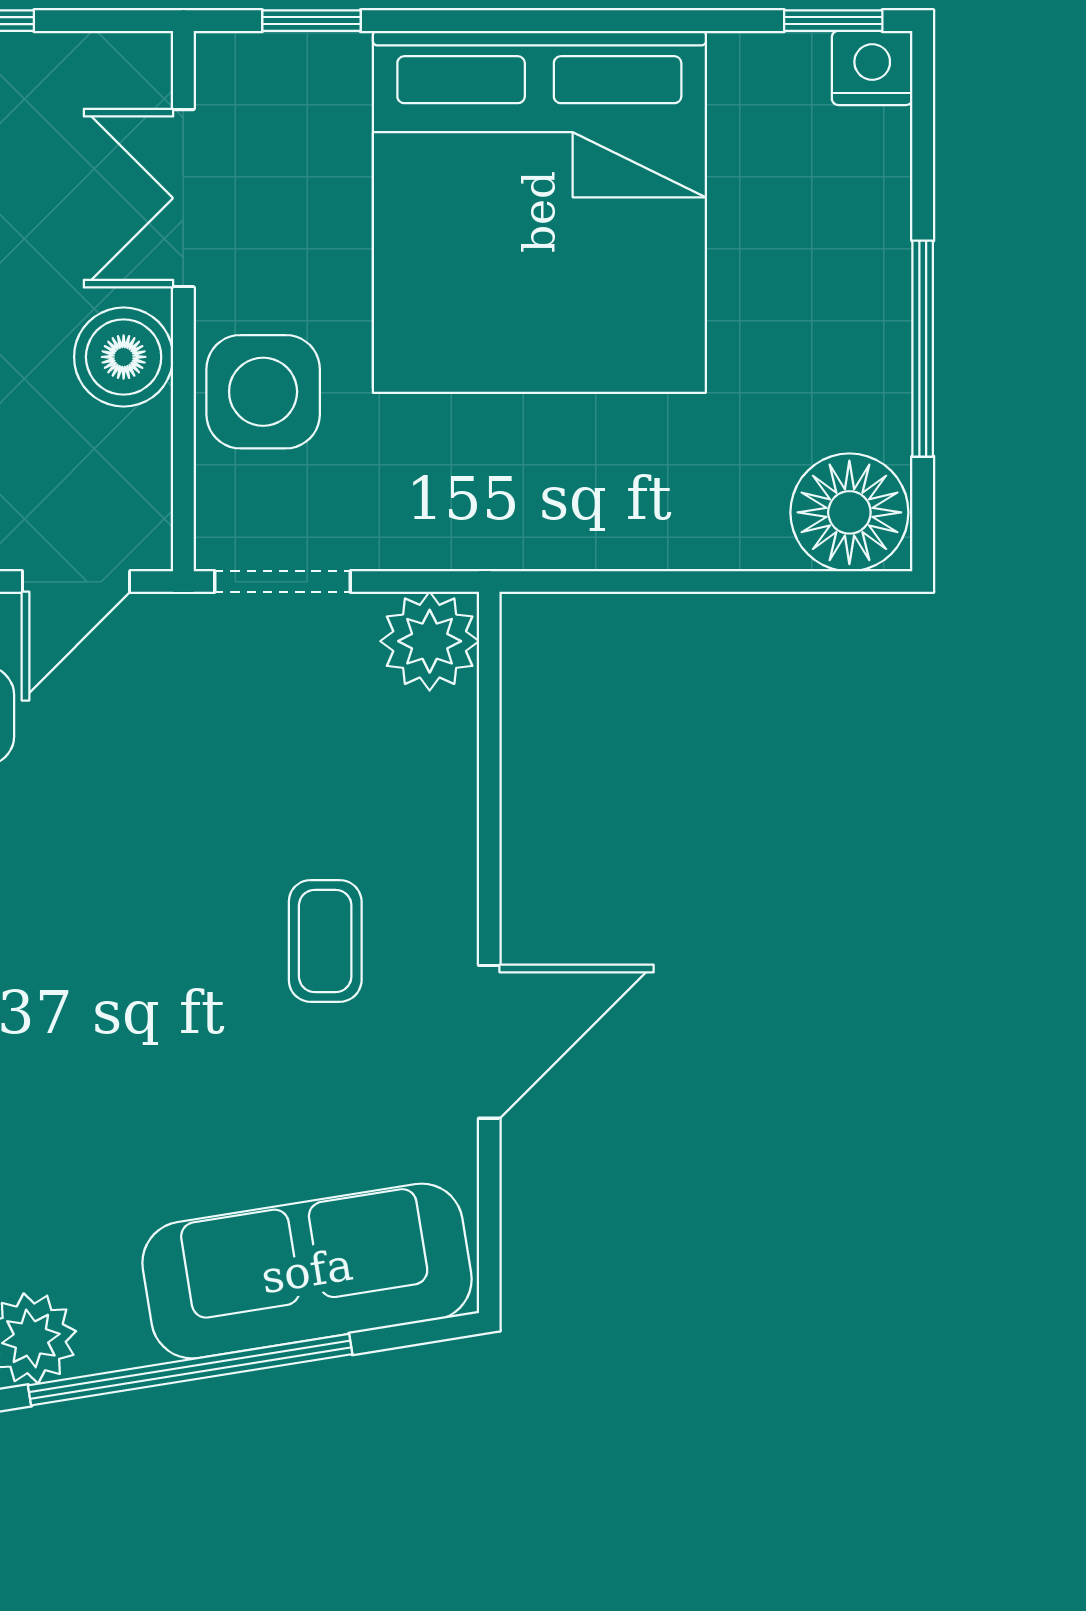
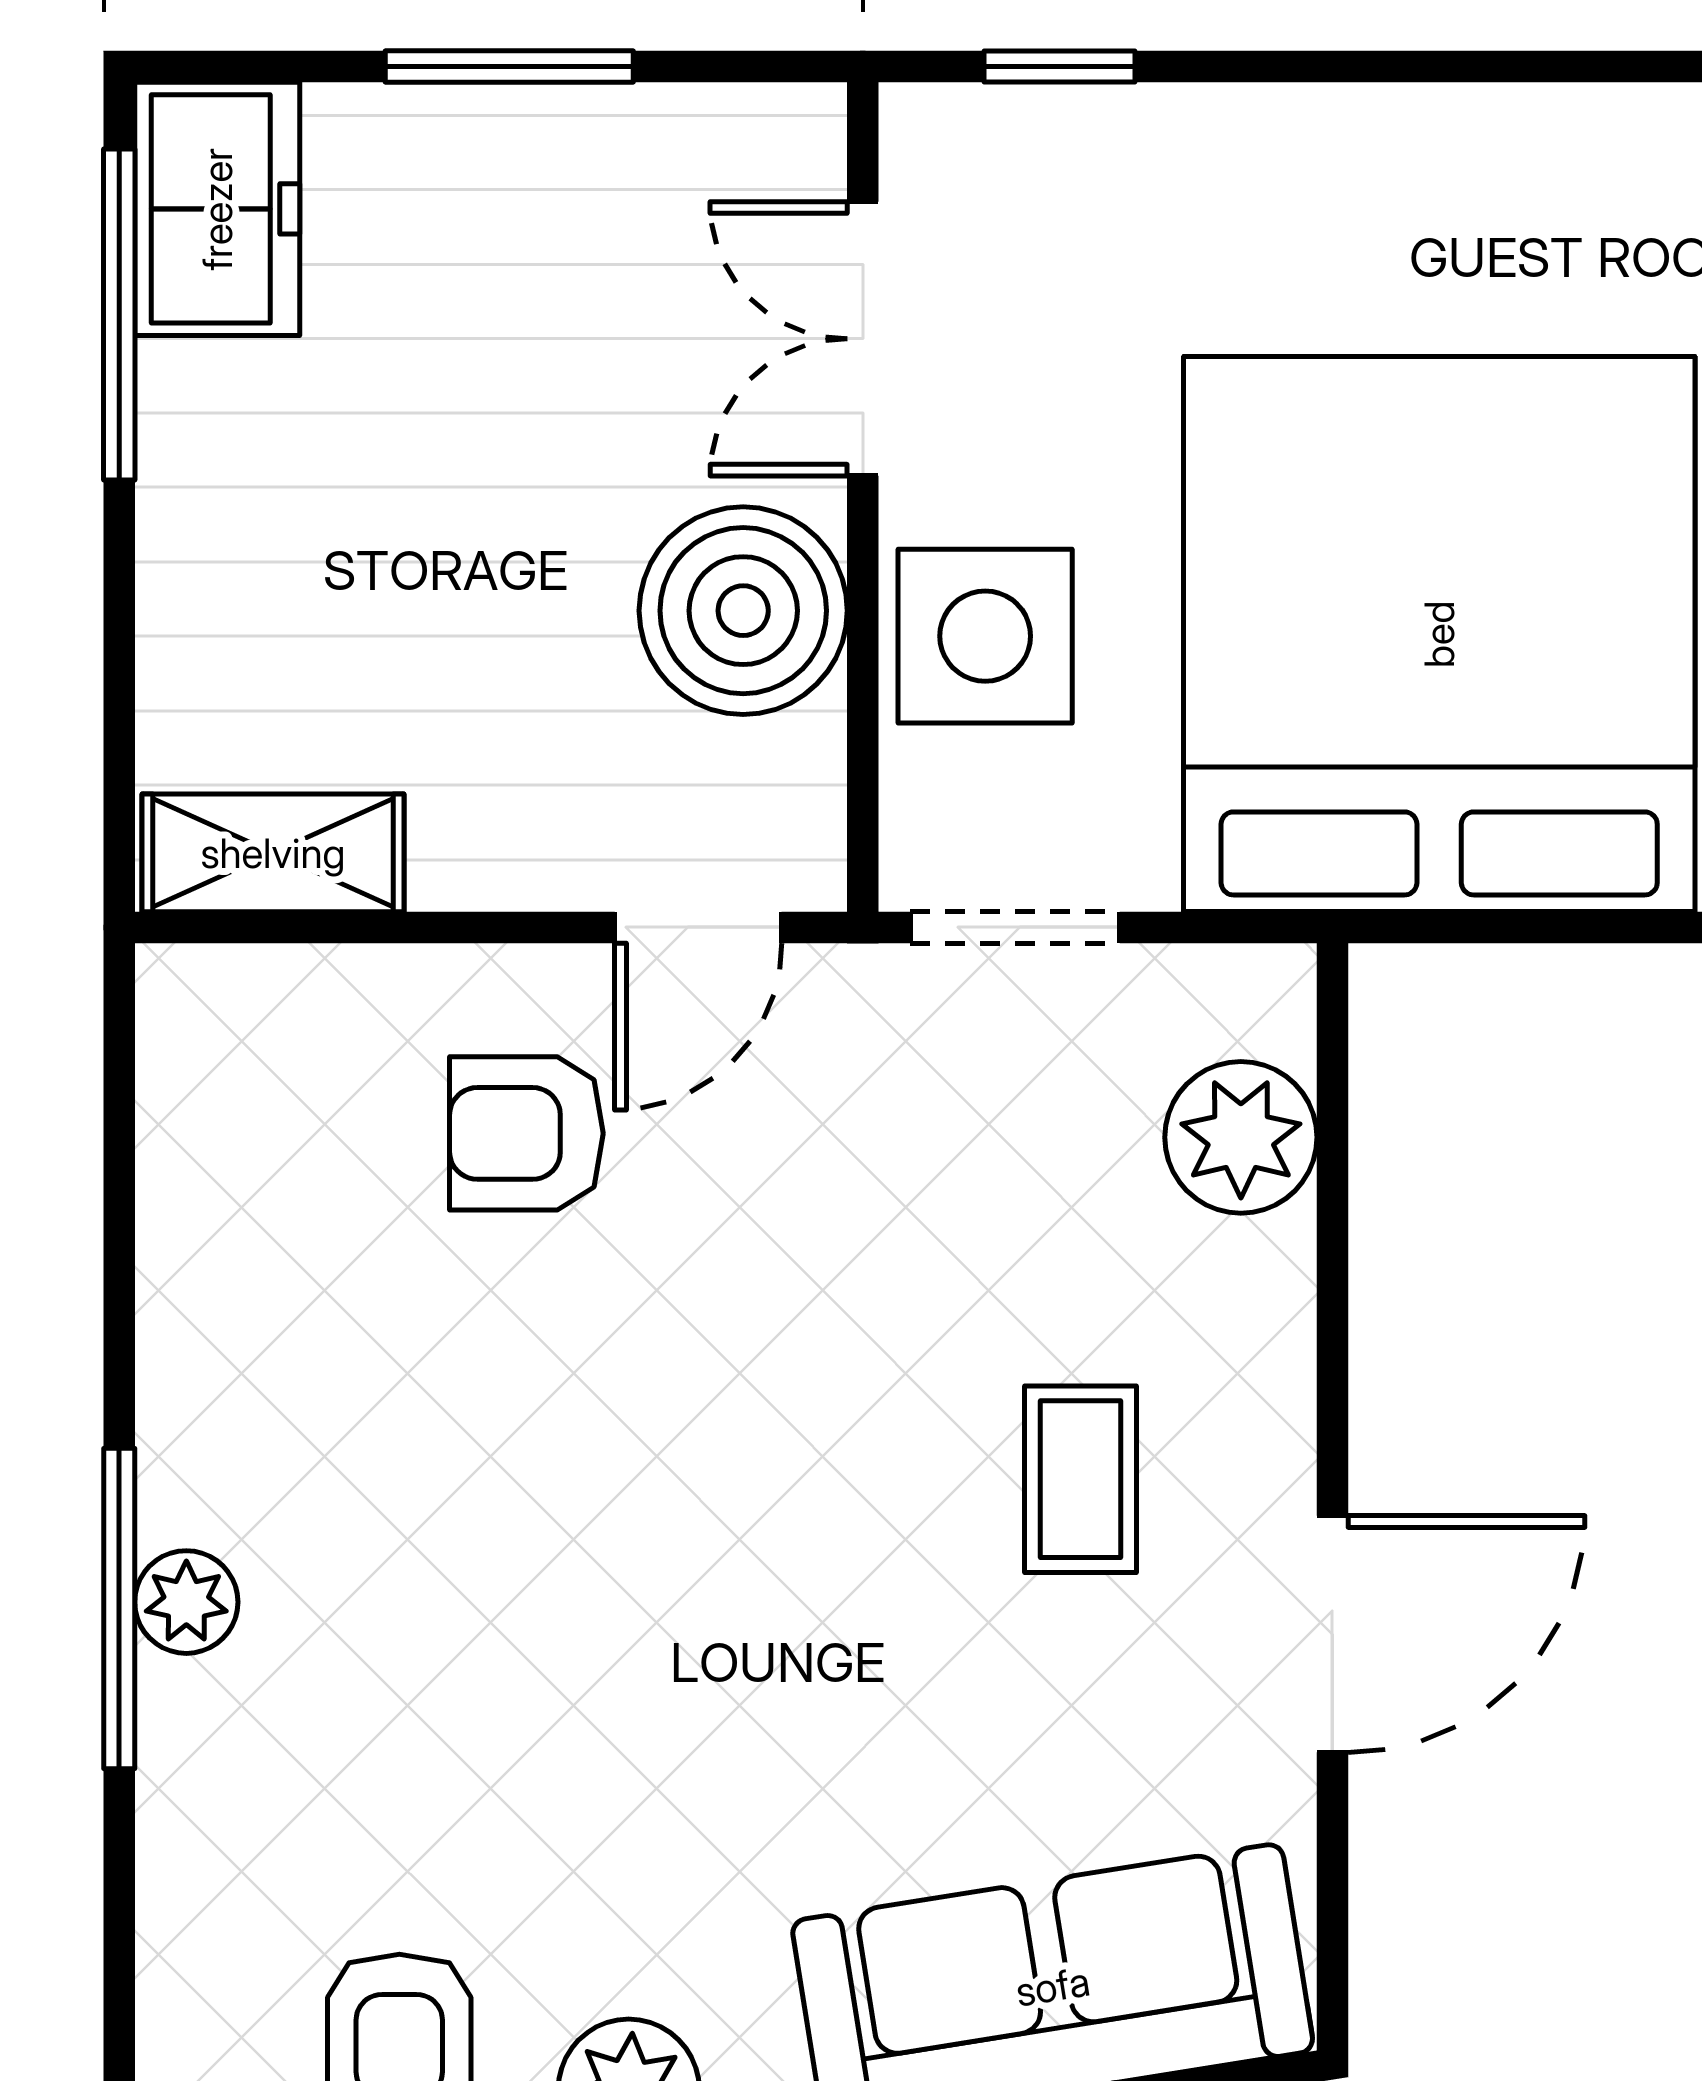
bed: (539, 212) -> (1439, 634), moved, turned 180
boiler: (124, 357) -> (743, 611), width x1.37, depth x1.37
plant: (430, 641) -> (1241, 1137), moved

